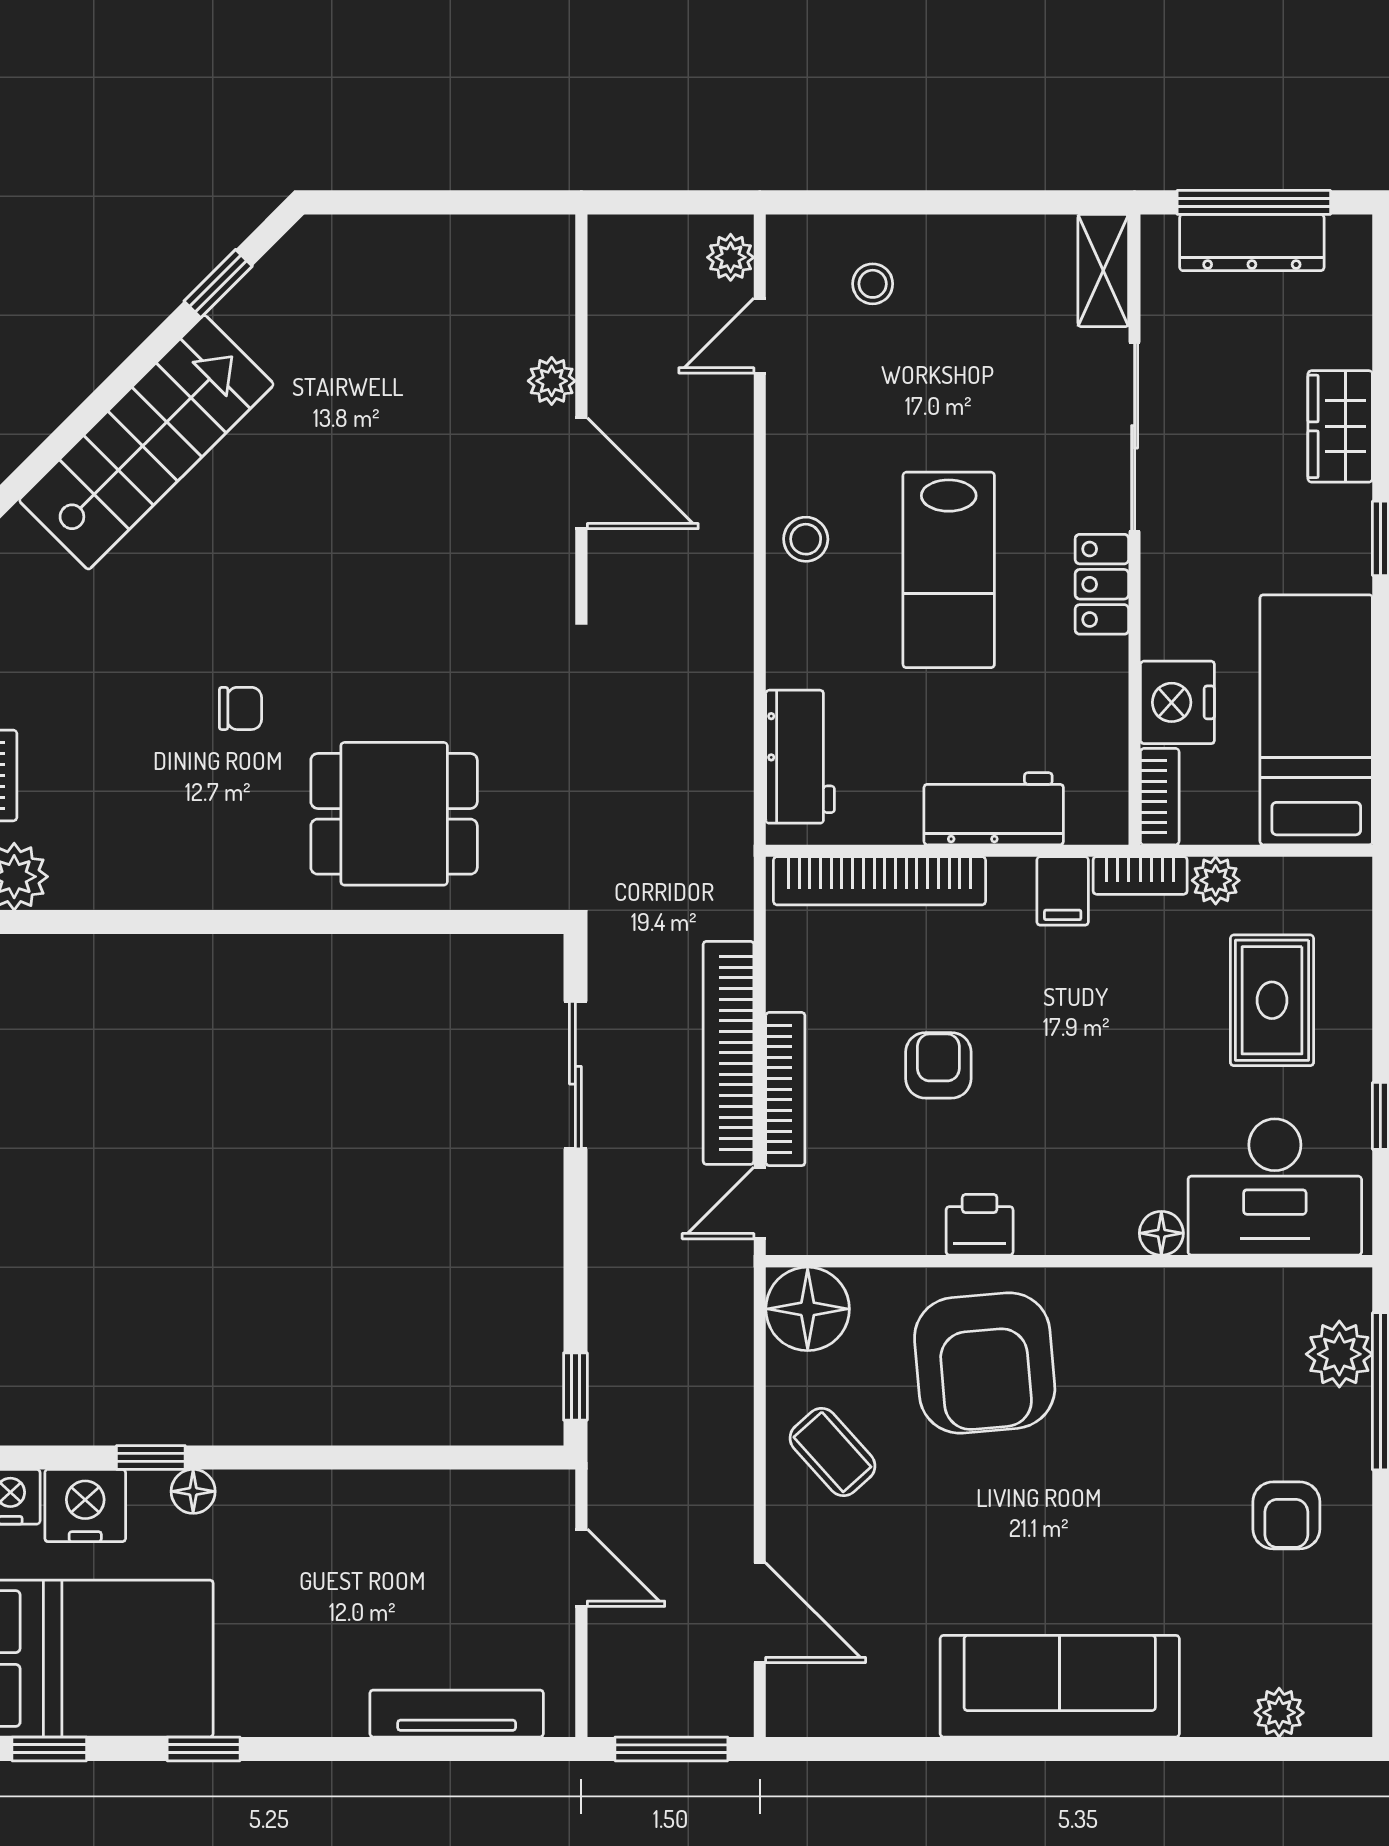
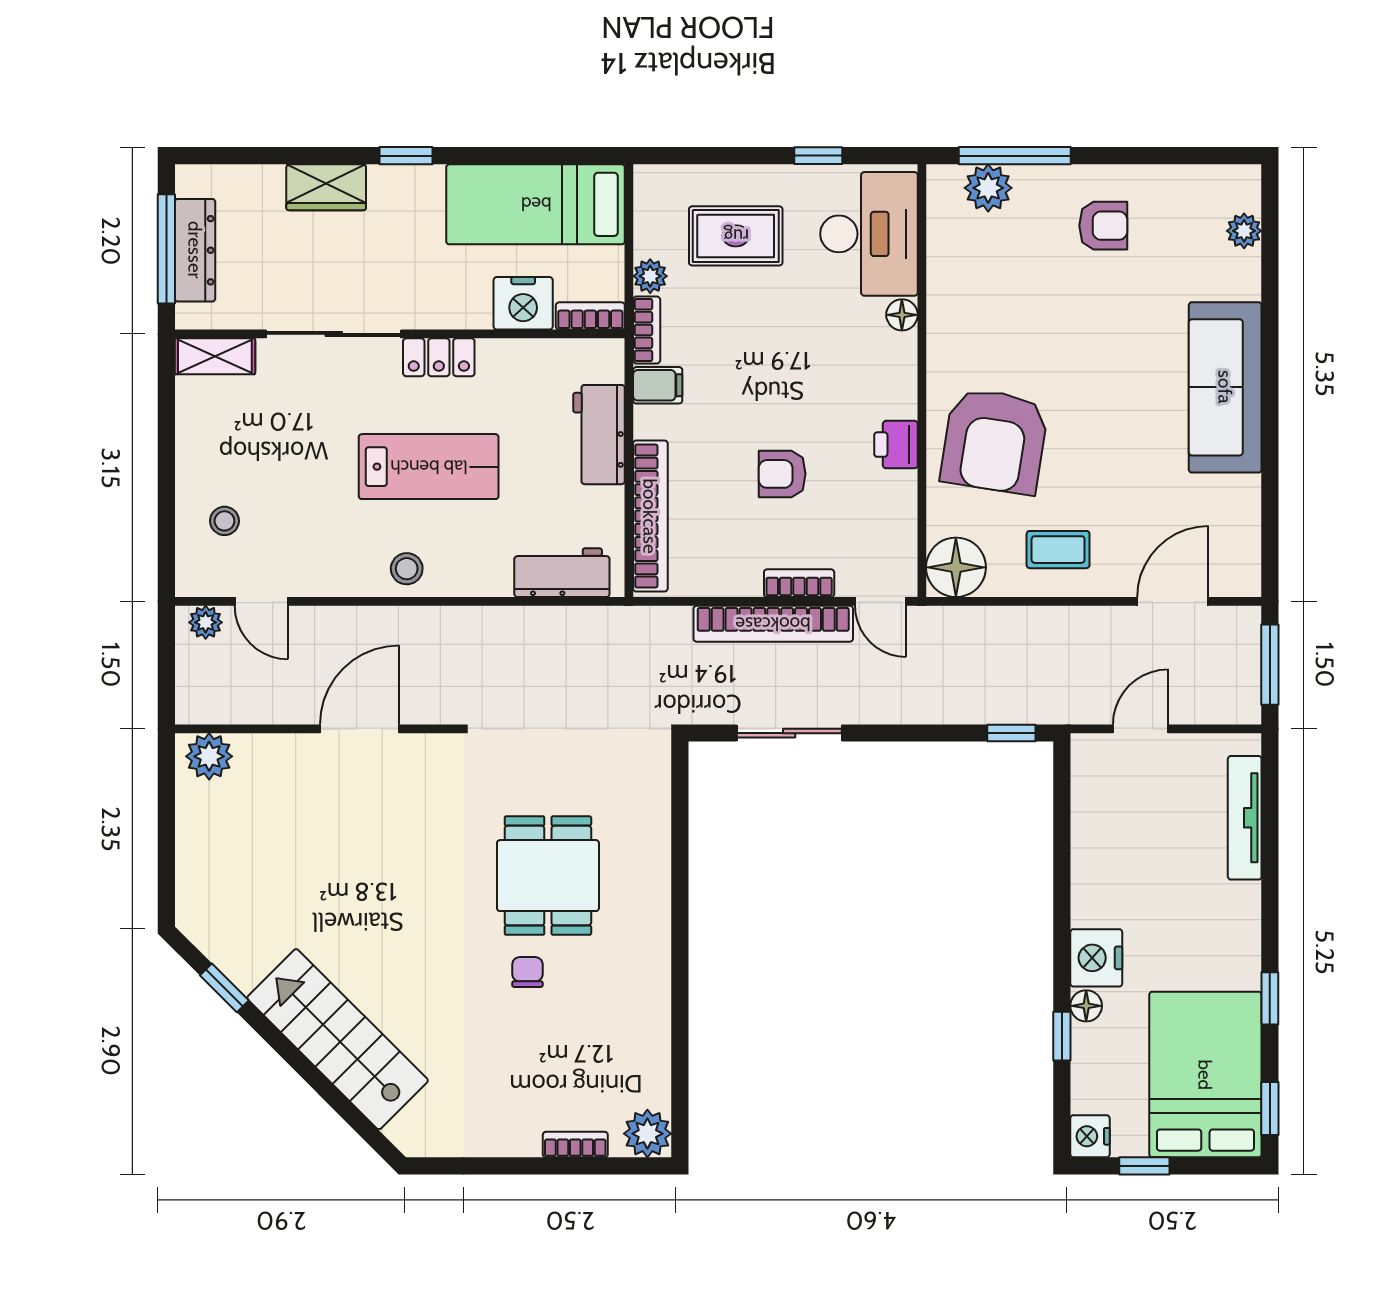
plant: (552, 381) -> (209, 756), moved, width x1.38, depth x1.38
dining table: (394, 814) -> (548, 876), moved
bookcase: (785, 1089) -> (799, 583), width x0.64
armchair: (985, 1363) -> (995, 441), turned 104
coffee table: (832, 1452) -> (1058, 550), turned 42
nightstand: (85, 1506) -> (1096, 958), moved

